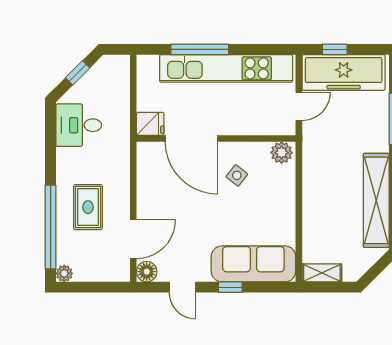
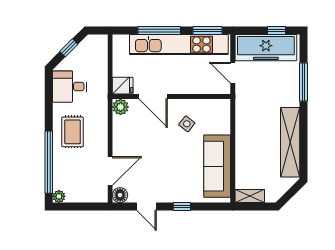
window: (265, 49) -> (207, 30), added
window: (335, 49) -> (276, 30), moved
door: (299, 106) -> (233, 73), swing flipped
door: (191, 139) -> (153, 96), width x0.73
plant: (282, 153) -> (121, 107), moved
rug: (88, 207) -> (73, 132), moved
sofa: (253, 264) -> (217, 166), moved, turned -90

